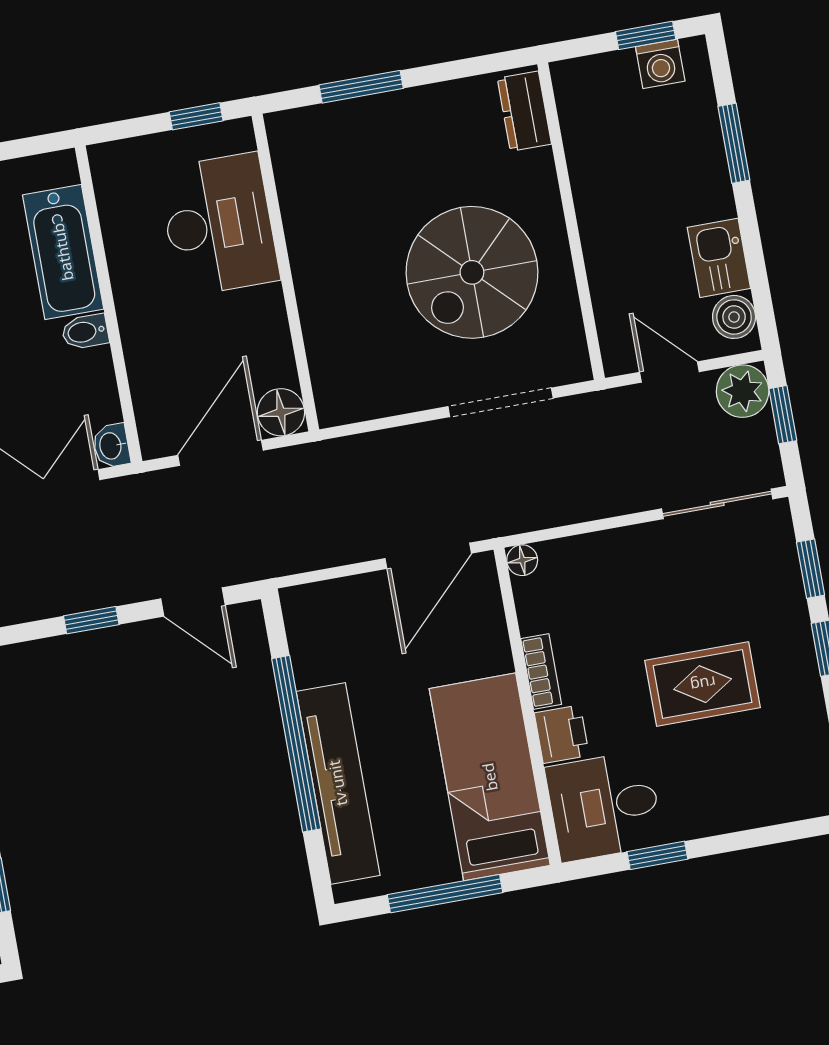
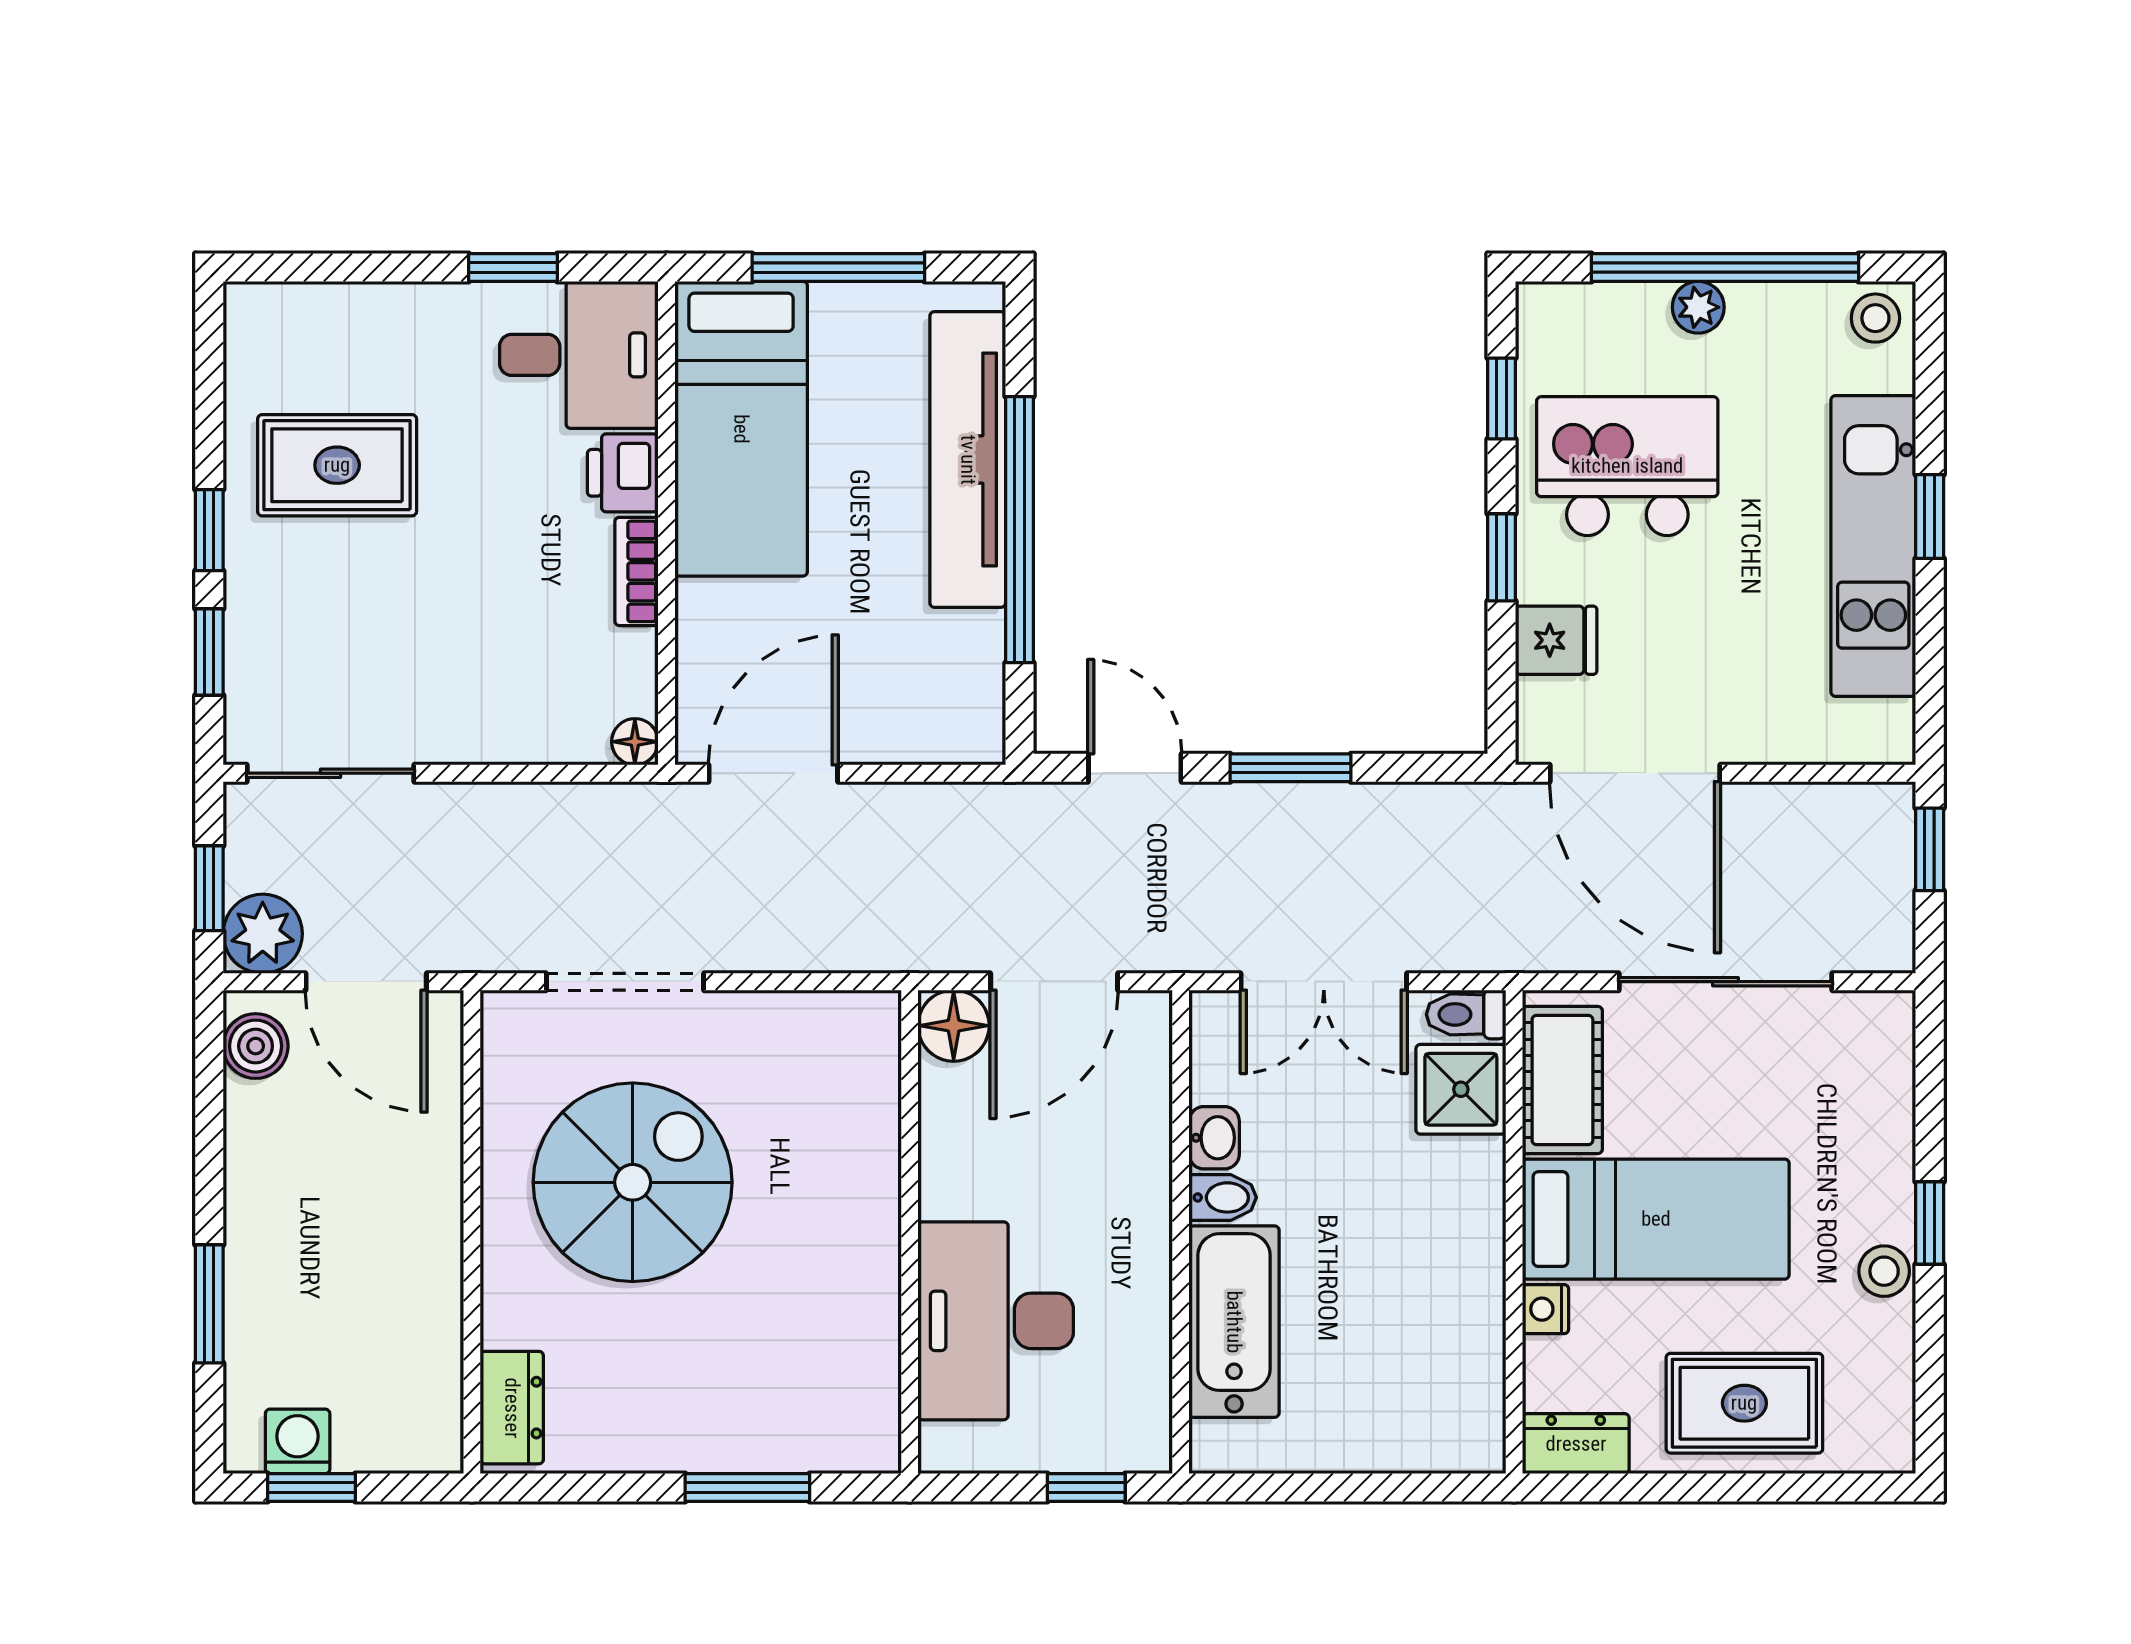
window: (196, 116) -> (1086, 1488), moved
kitchen sink: (719, 258) -> (262, 1138), removed
door: (669, 372) -> (366, 982), width x1.38
washbasin: (111, 446) -> (1214, 1138), moved
window: (91, 620) -> (1291, 768), width x1.50
rug: (703, 684) -> (337, 465), moved

